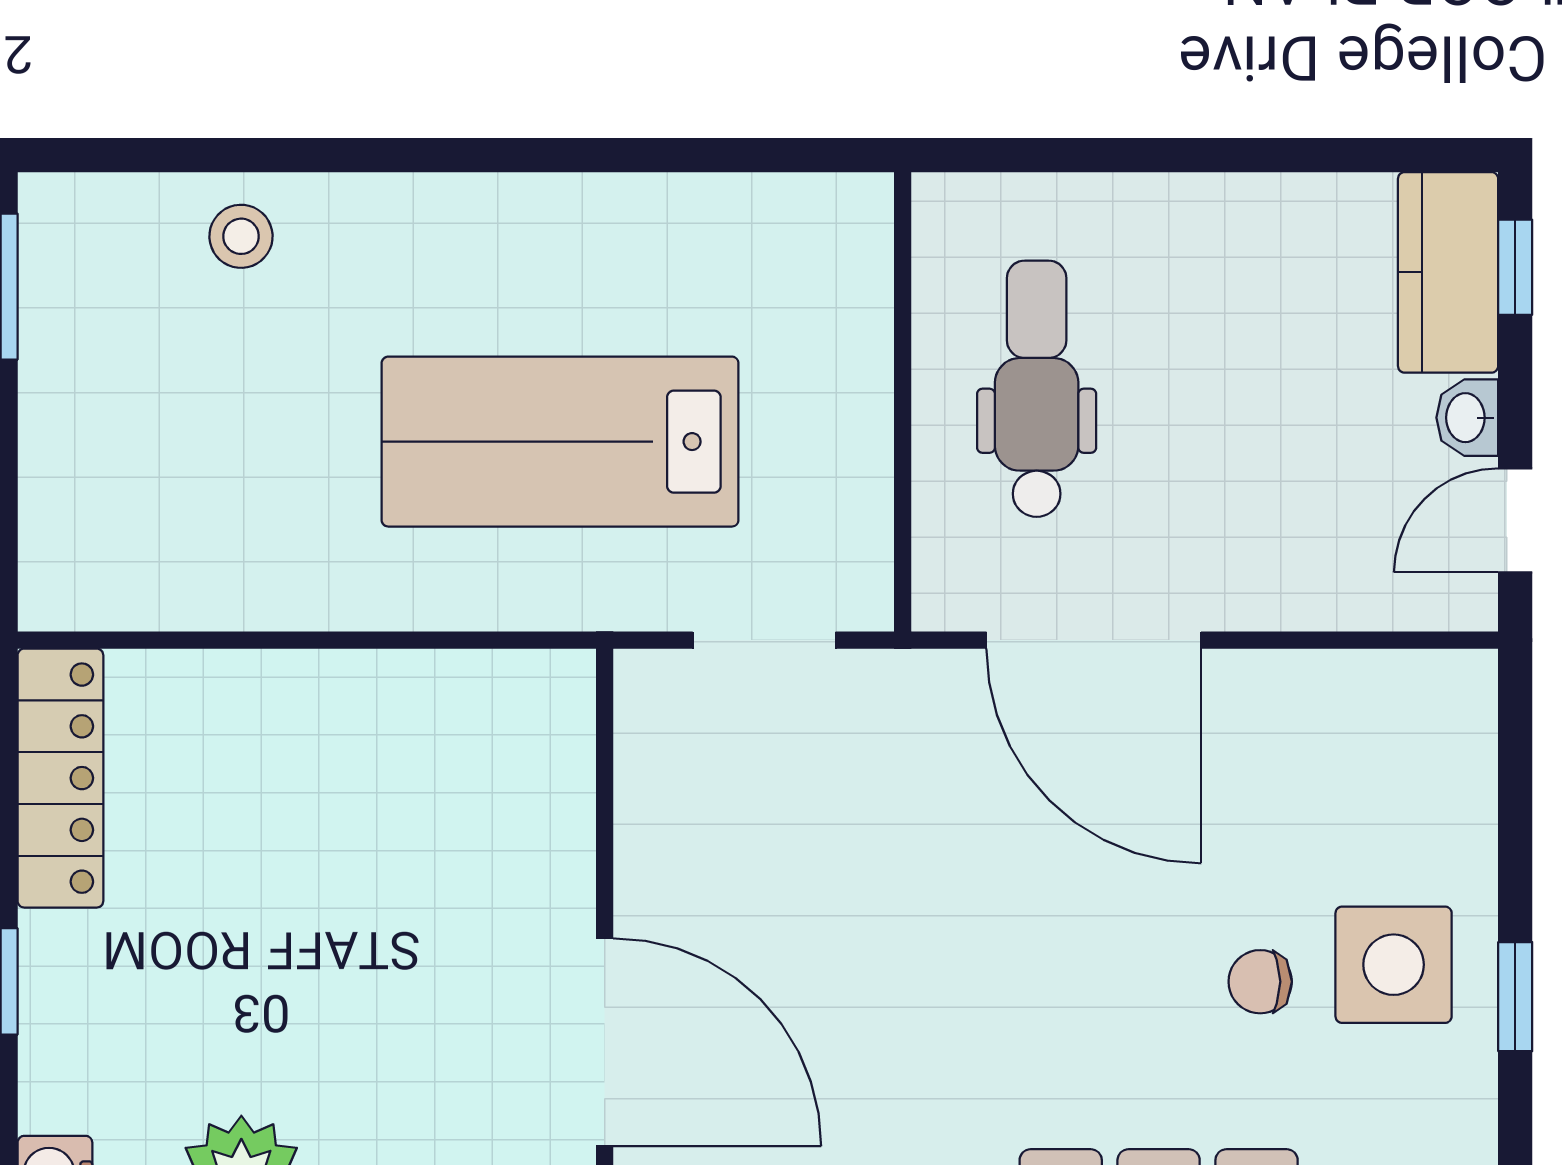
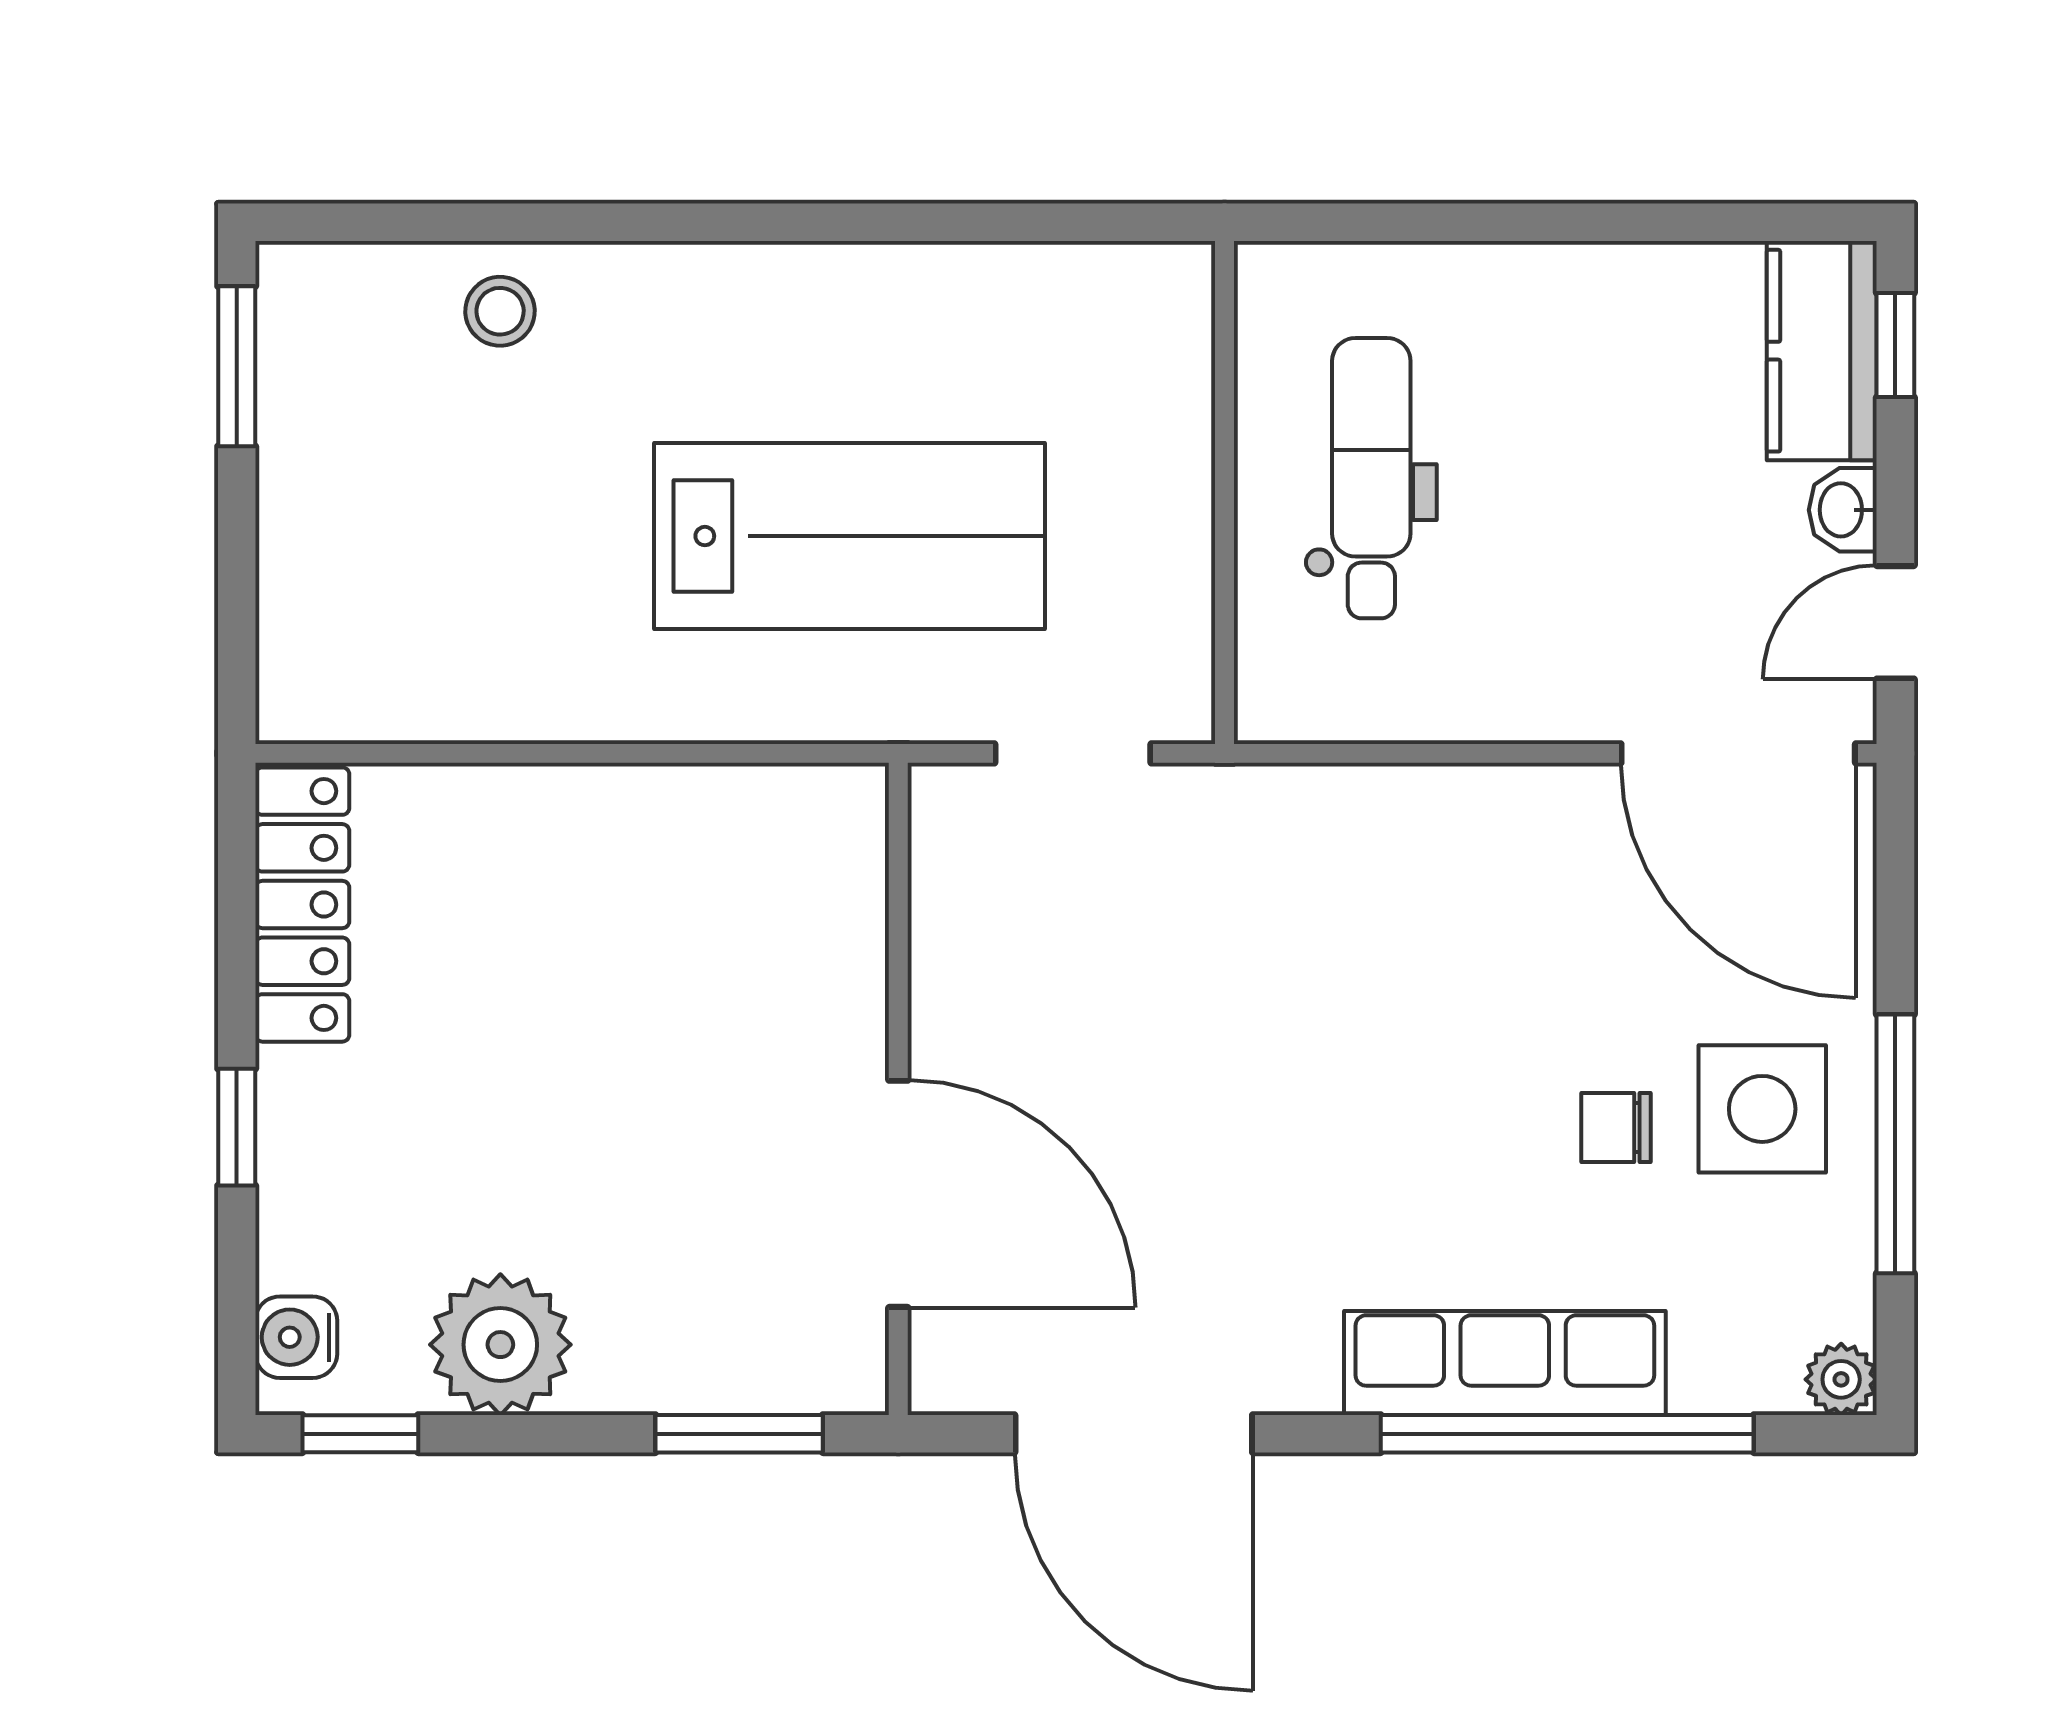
lab bench: (560, 442) -> (849, 536), turned 180
door: (1094, 640) -> (1738, 753), moved
window: (1515, 997) -> (1895, 1144), width x2.17

